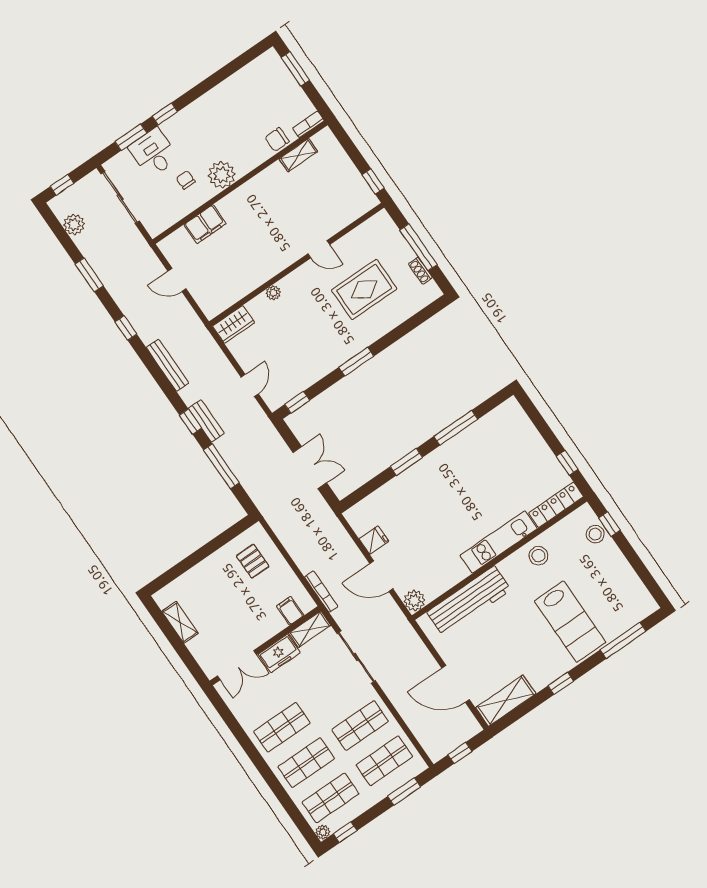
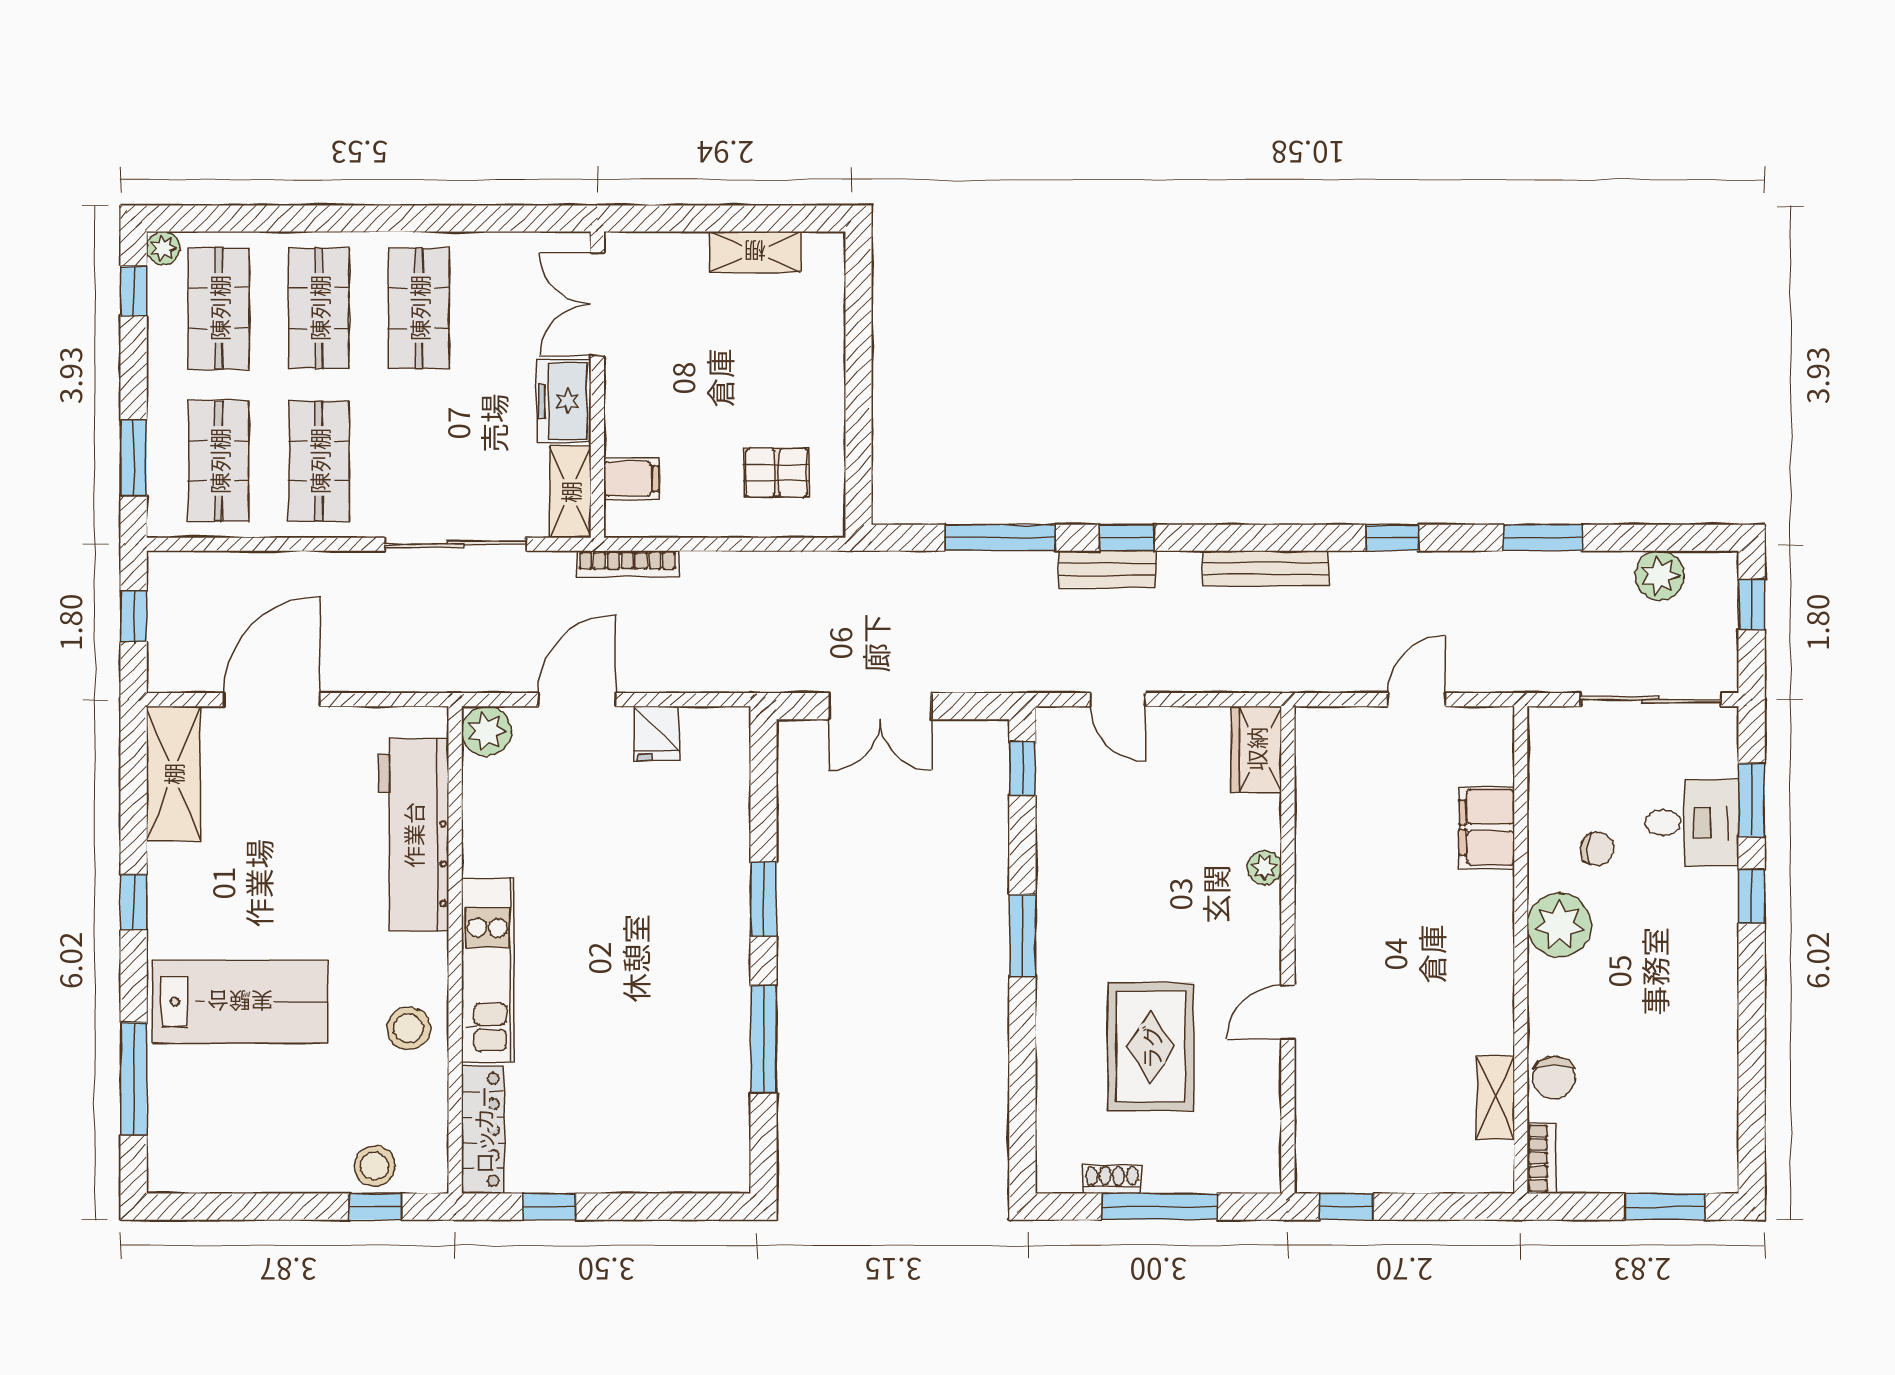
chair: (277, 140) -> (1554, 1078), turned 180
lab bench: (570, 622) -> (240, 1002), turned 180

